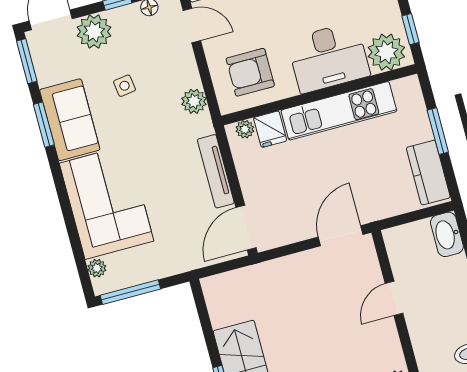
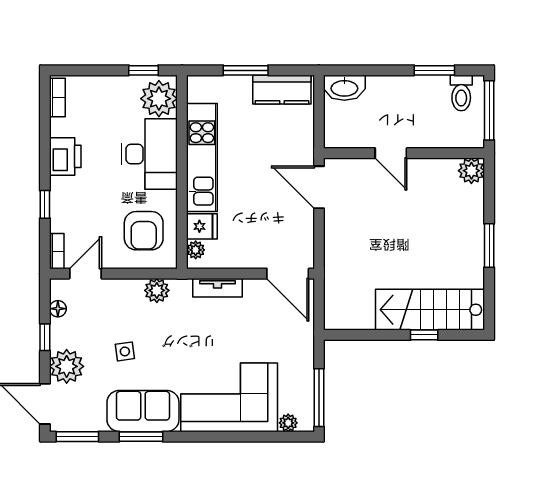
tv unit: (216, 171) -> (217, 288), width x0.71

